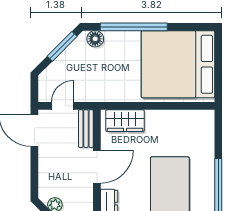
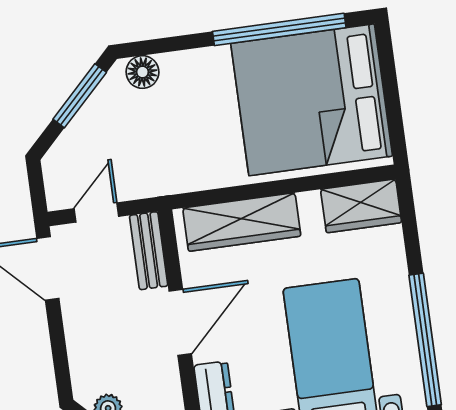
window: (134, 27) -> (279, 29), moved
wardrobe: (125, 121) -> (242, 222), width x1.50
wardrobe: (195, 121) -> (361, 206), added

